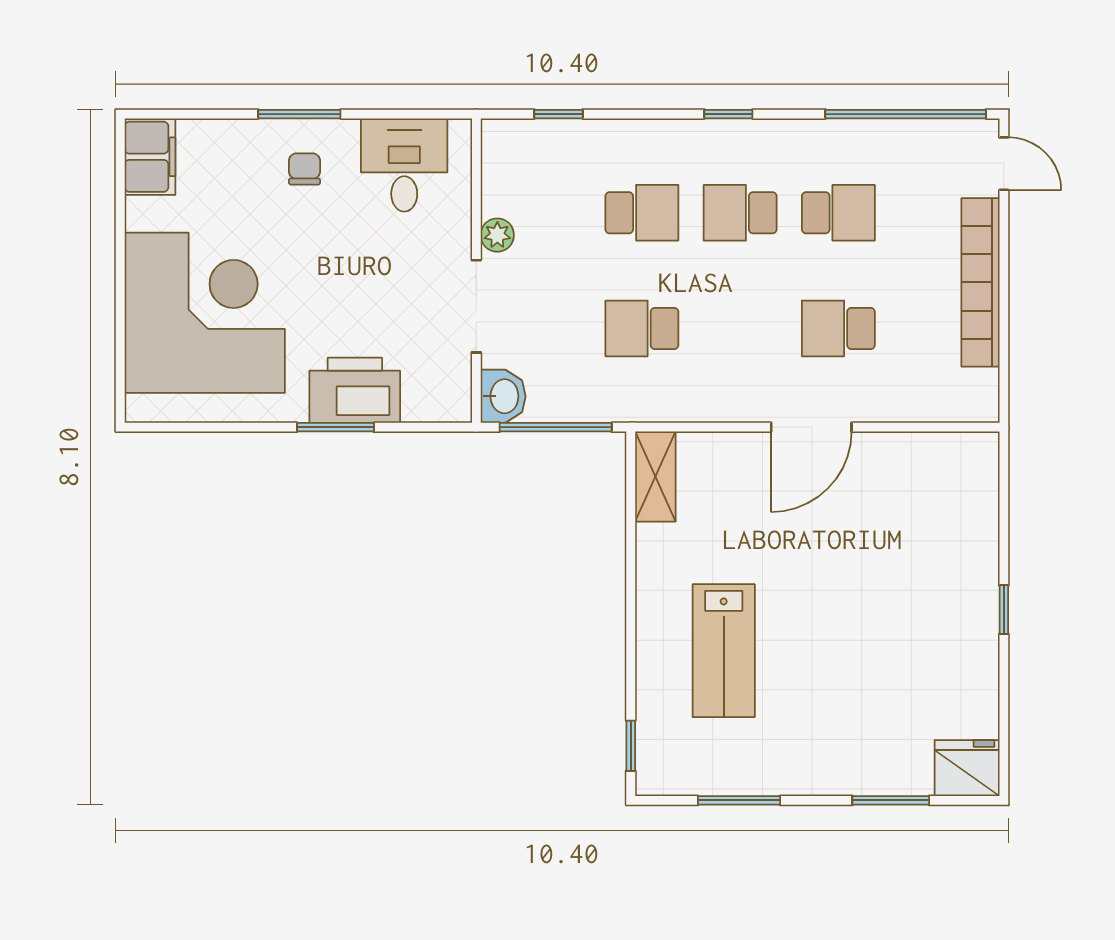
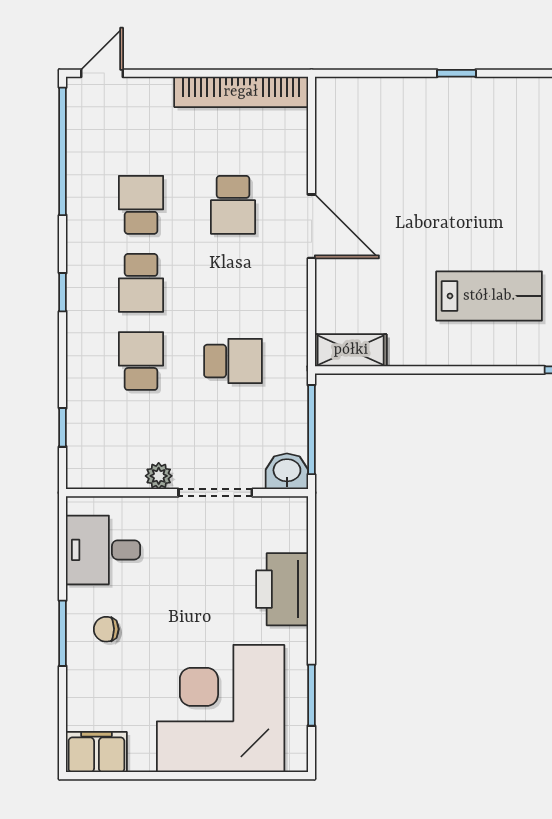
bookcase: (980, 282) -> (241, 92), moved
school desk: (642, 328) -> (233, 361), turned -90
window: (335, 427) -> (311, 695), moved

